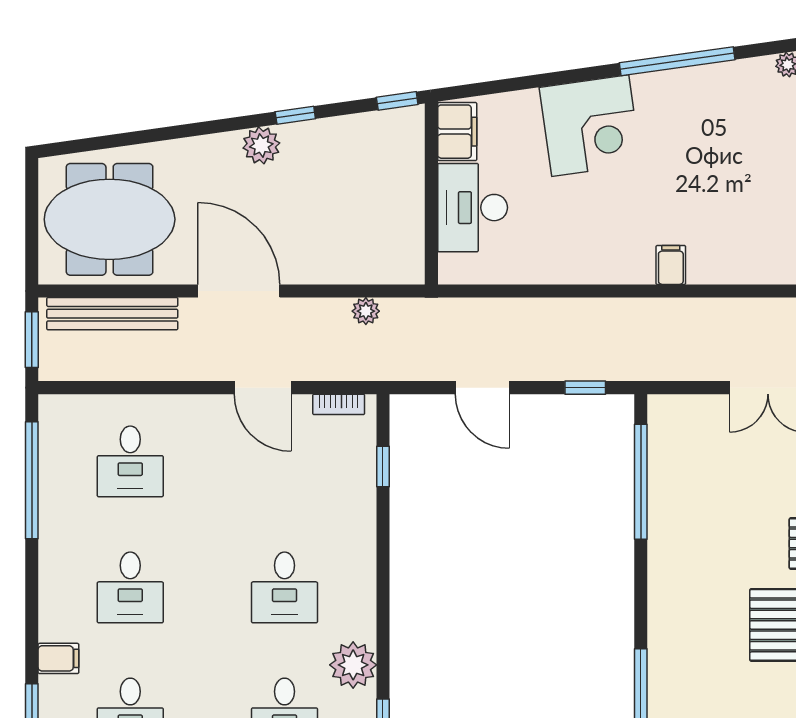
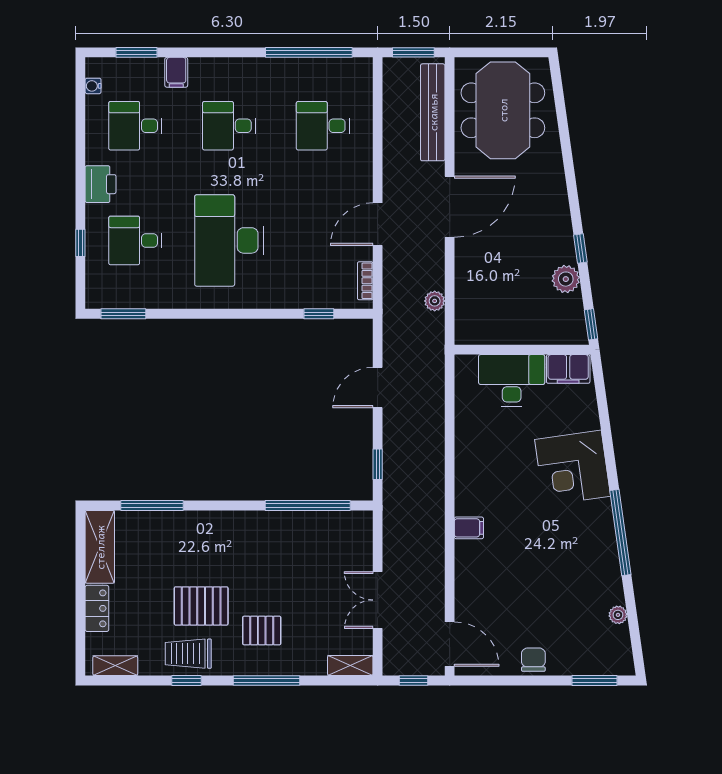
plant: (261, 145) -> (566, 279), moved
desk: (285, 587) -> (229, 240), width x1.87, depth x1.30
plant: (353, 665) -> (171, 292), removed

